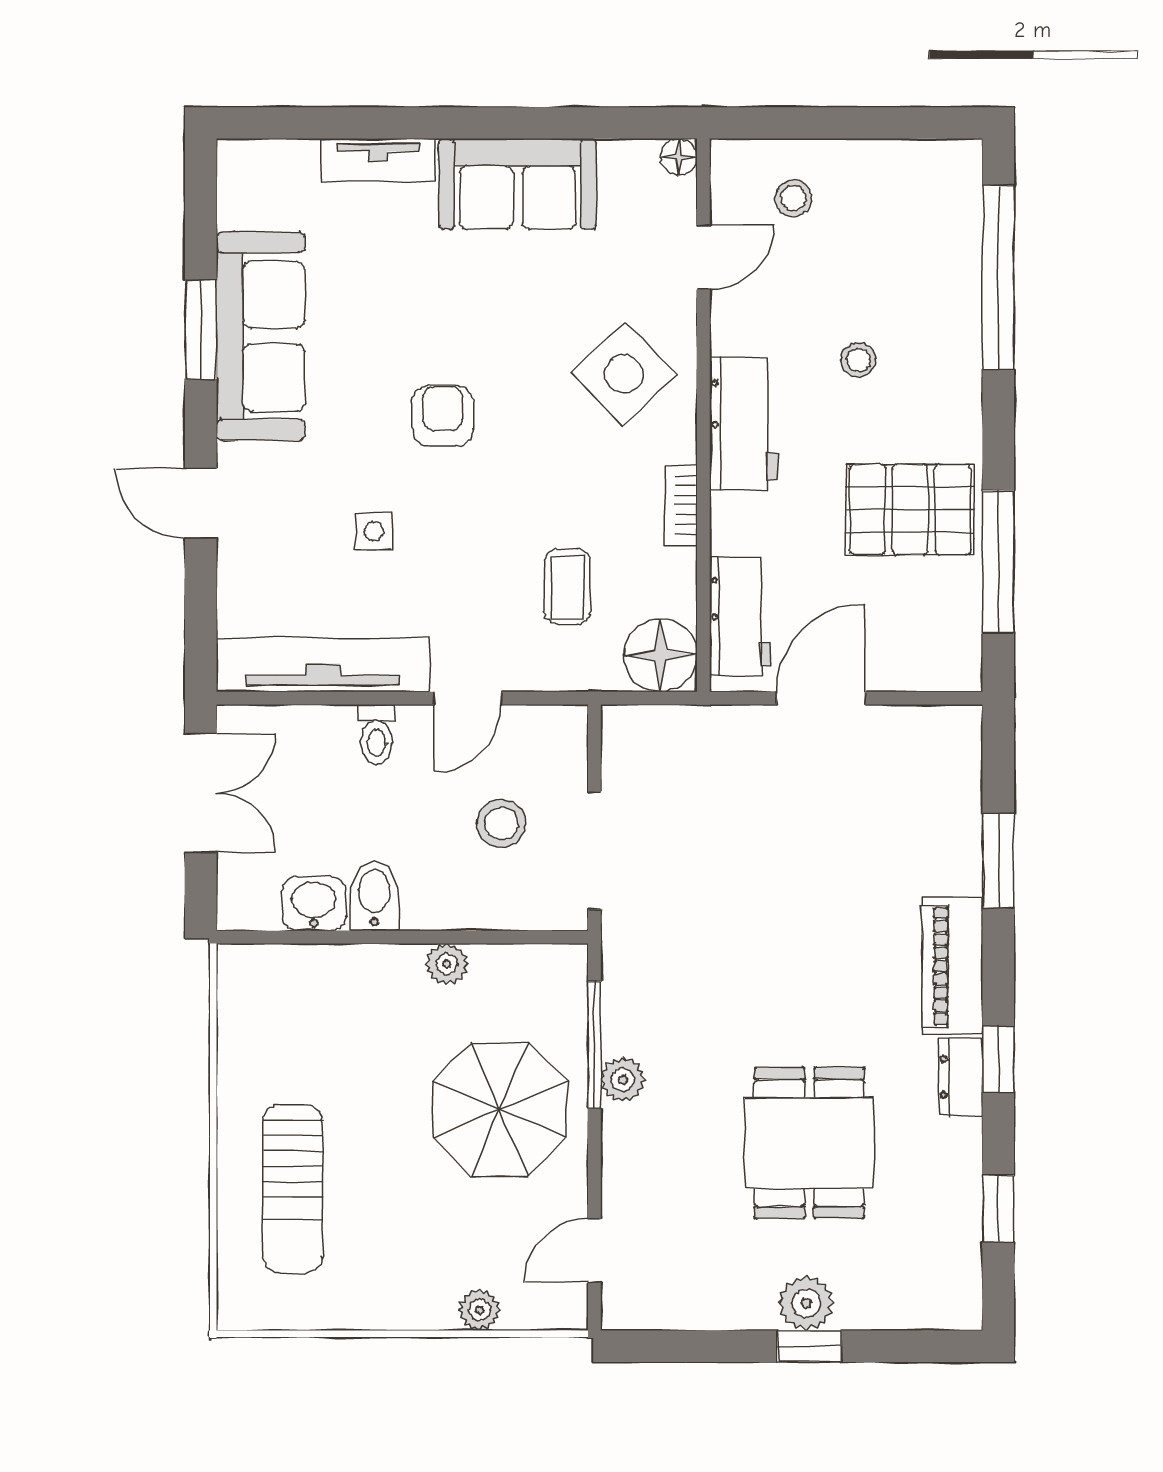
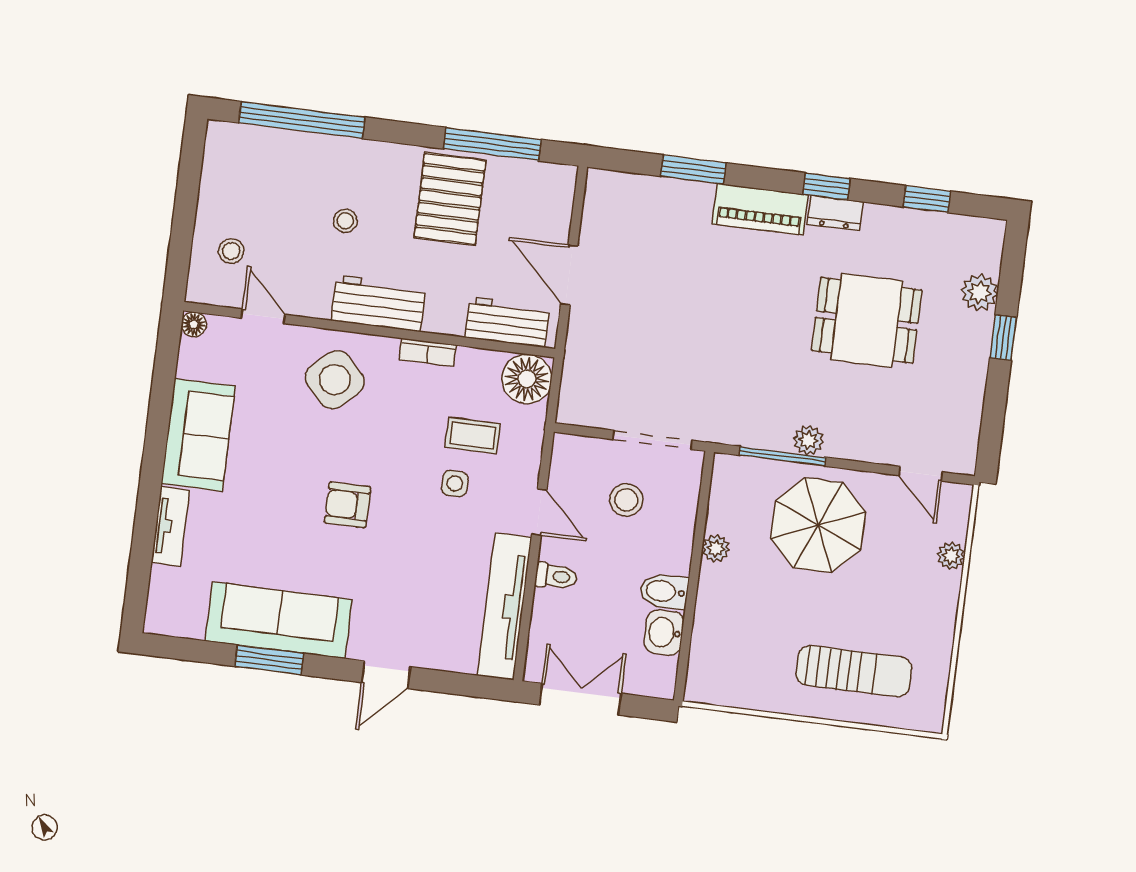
side table: (374, 531) -> (455, 483), moved
plant: (806, 1303) -> (980, 292), moved

